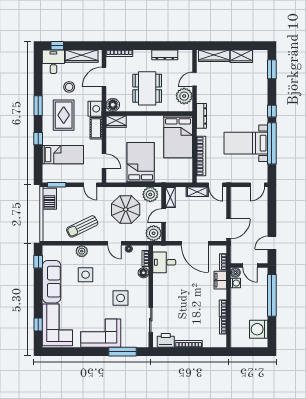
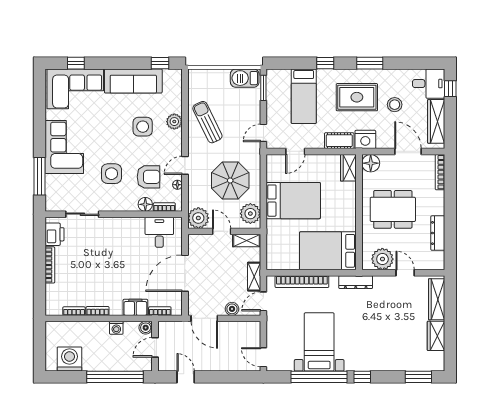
boiler: (221, 208) -> (232, 309), added
armchair: (123, 270) -> (148, 177), added
washing machine: (235, 283) -> (116, 328), moved

